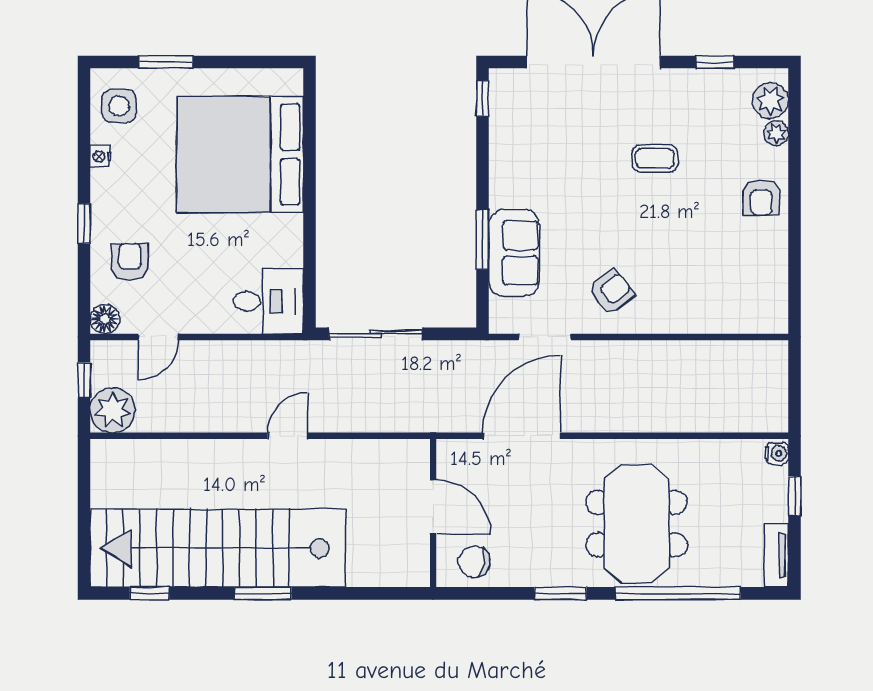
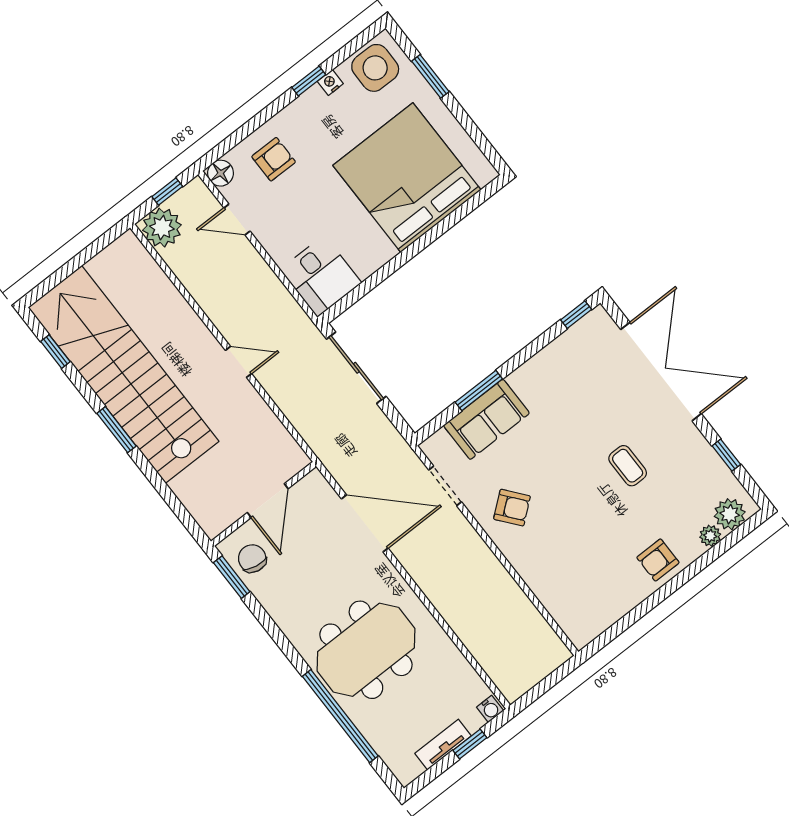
side table: (119, 106) -> (375, 68), width x1.37, depth x1.37
window: (84, 224) -> (309, 81), moved
tv unit: (776, 555) -> (443, 745), moved
window: (560, 593) -> (232, 577), moved

